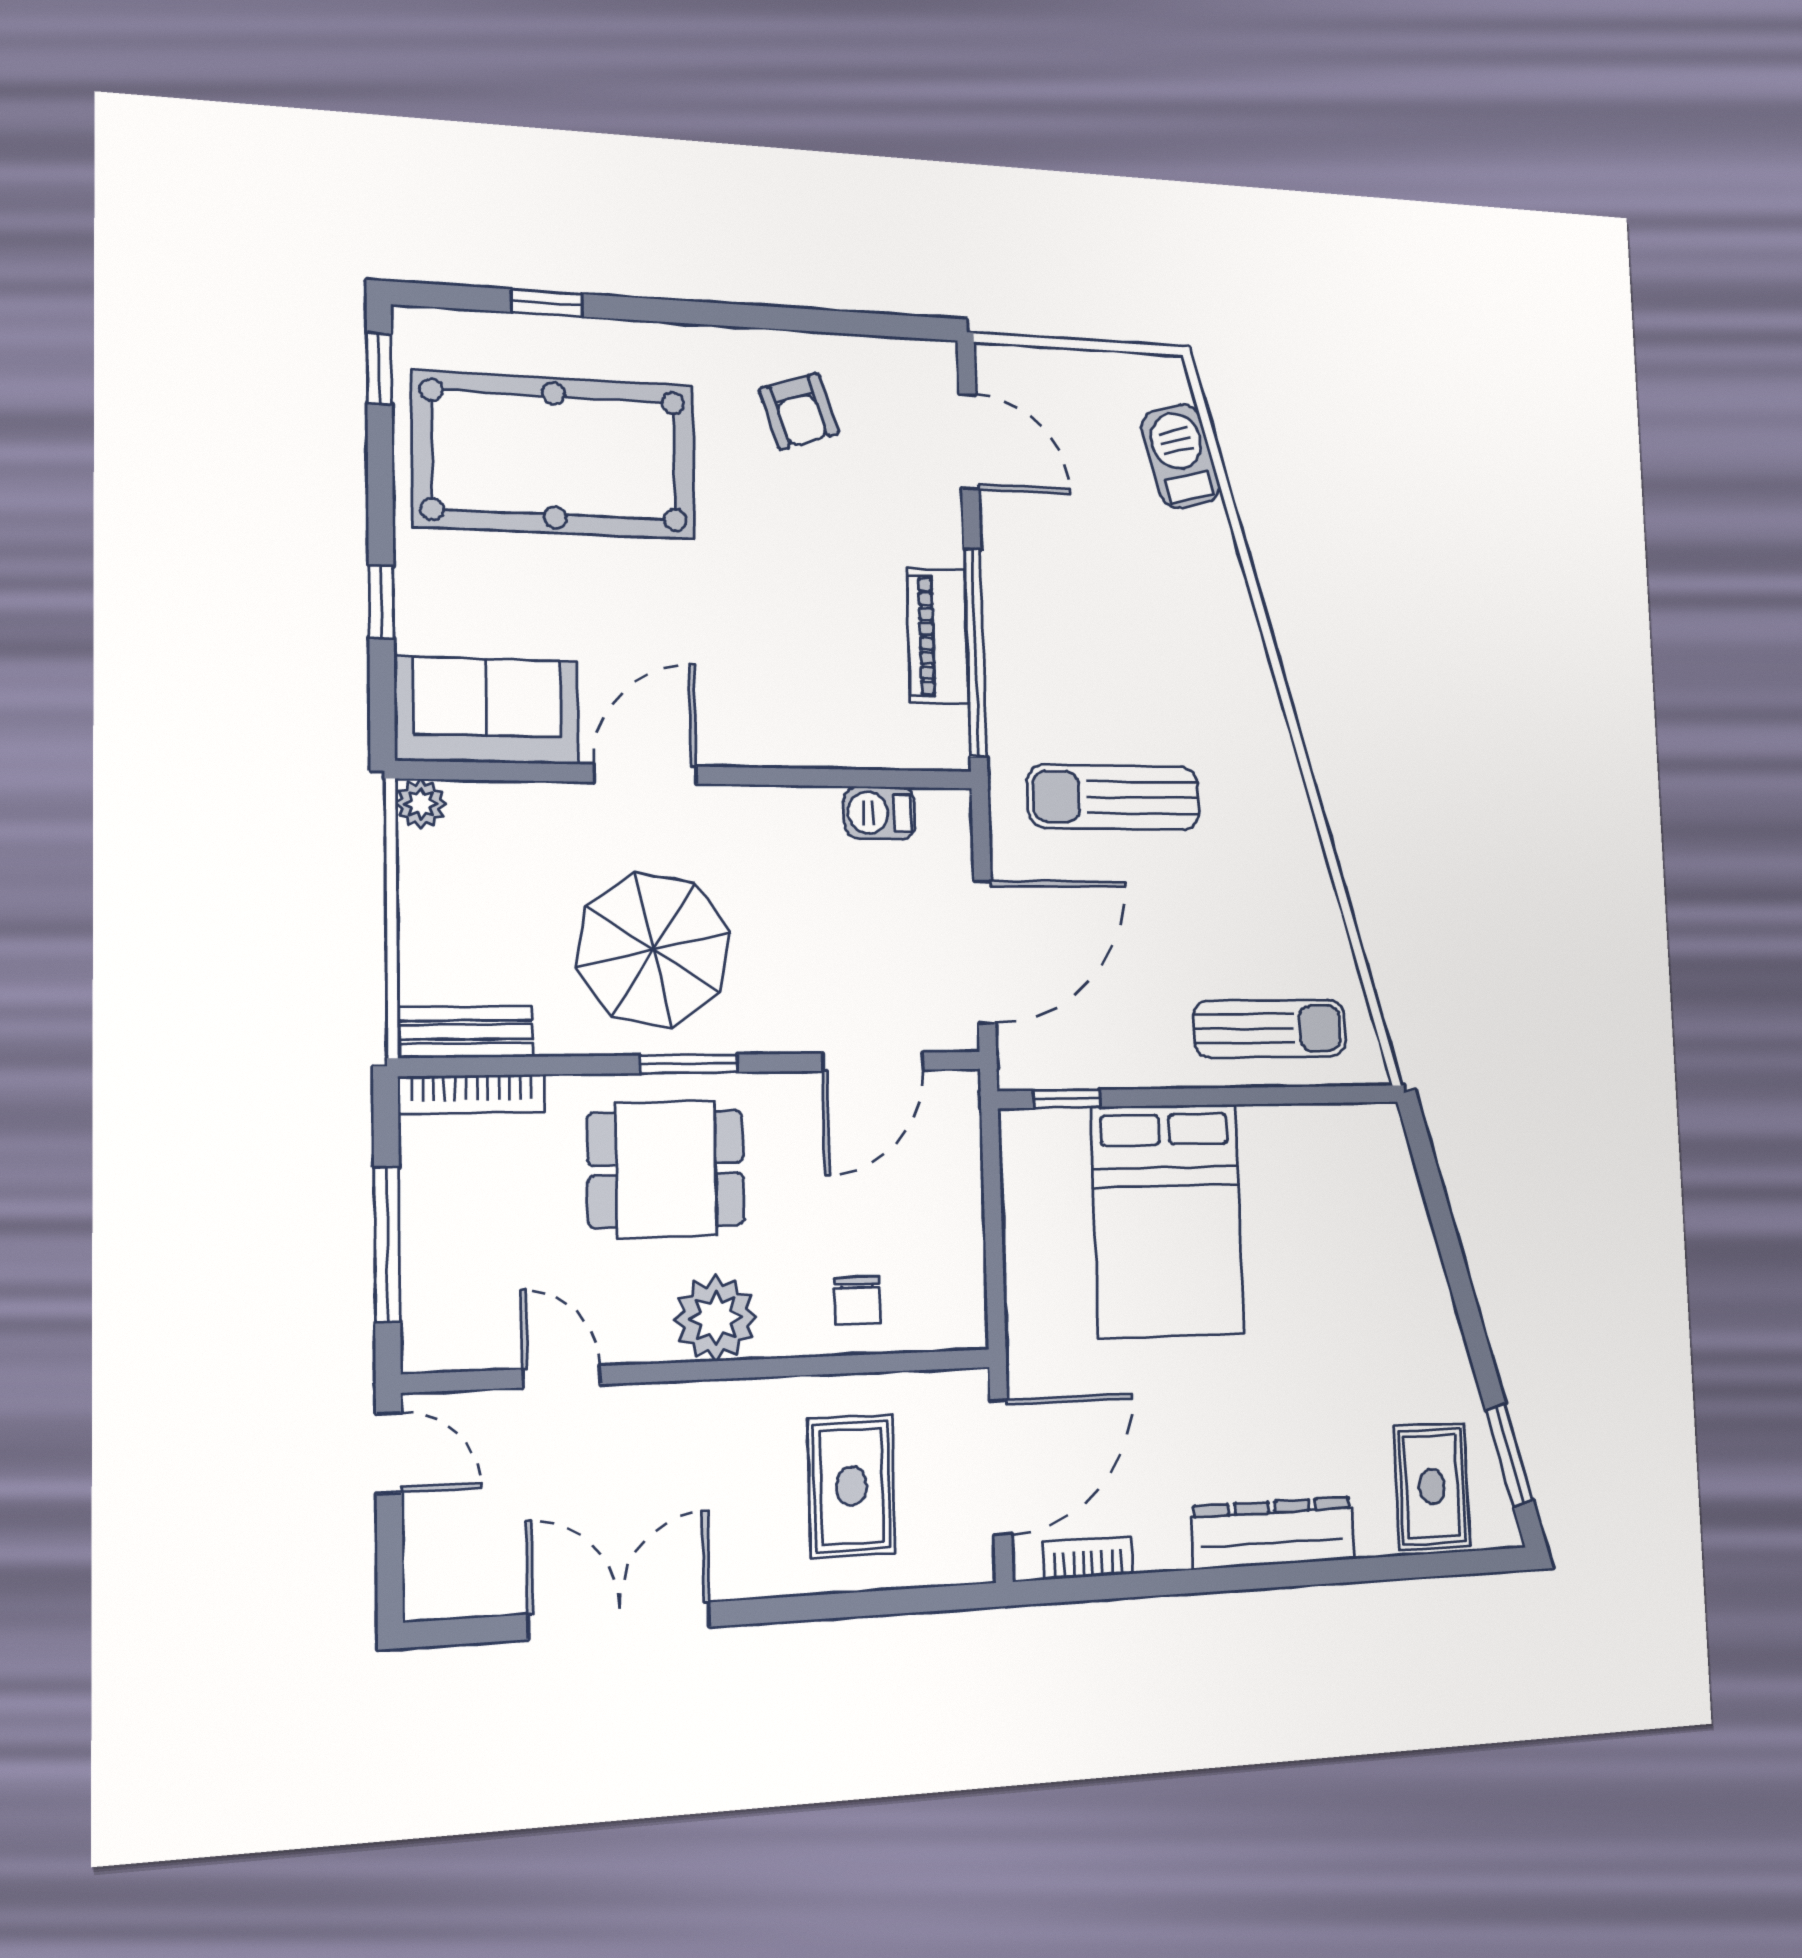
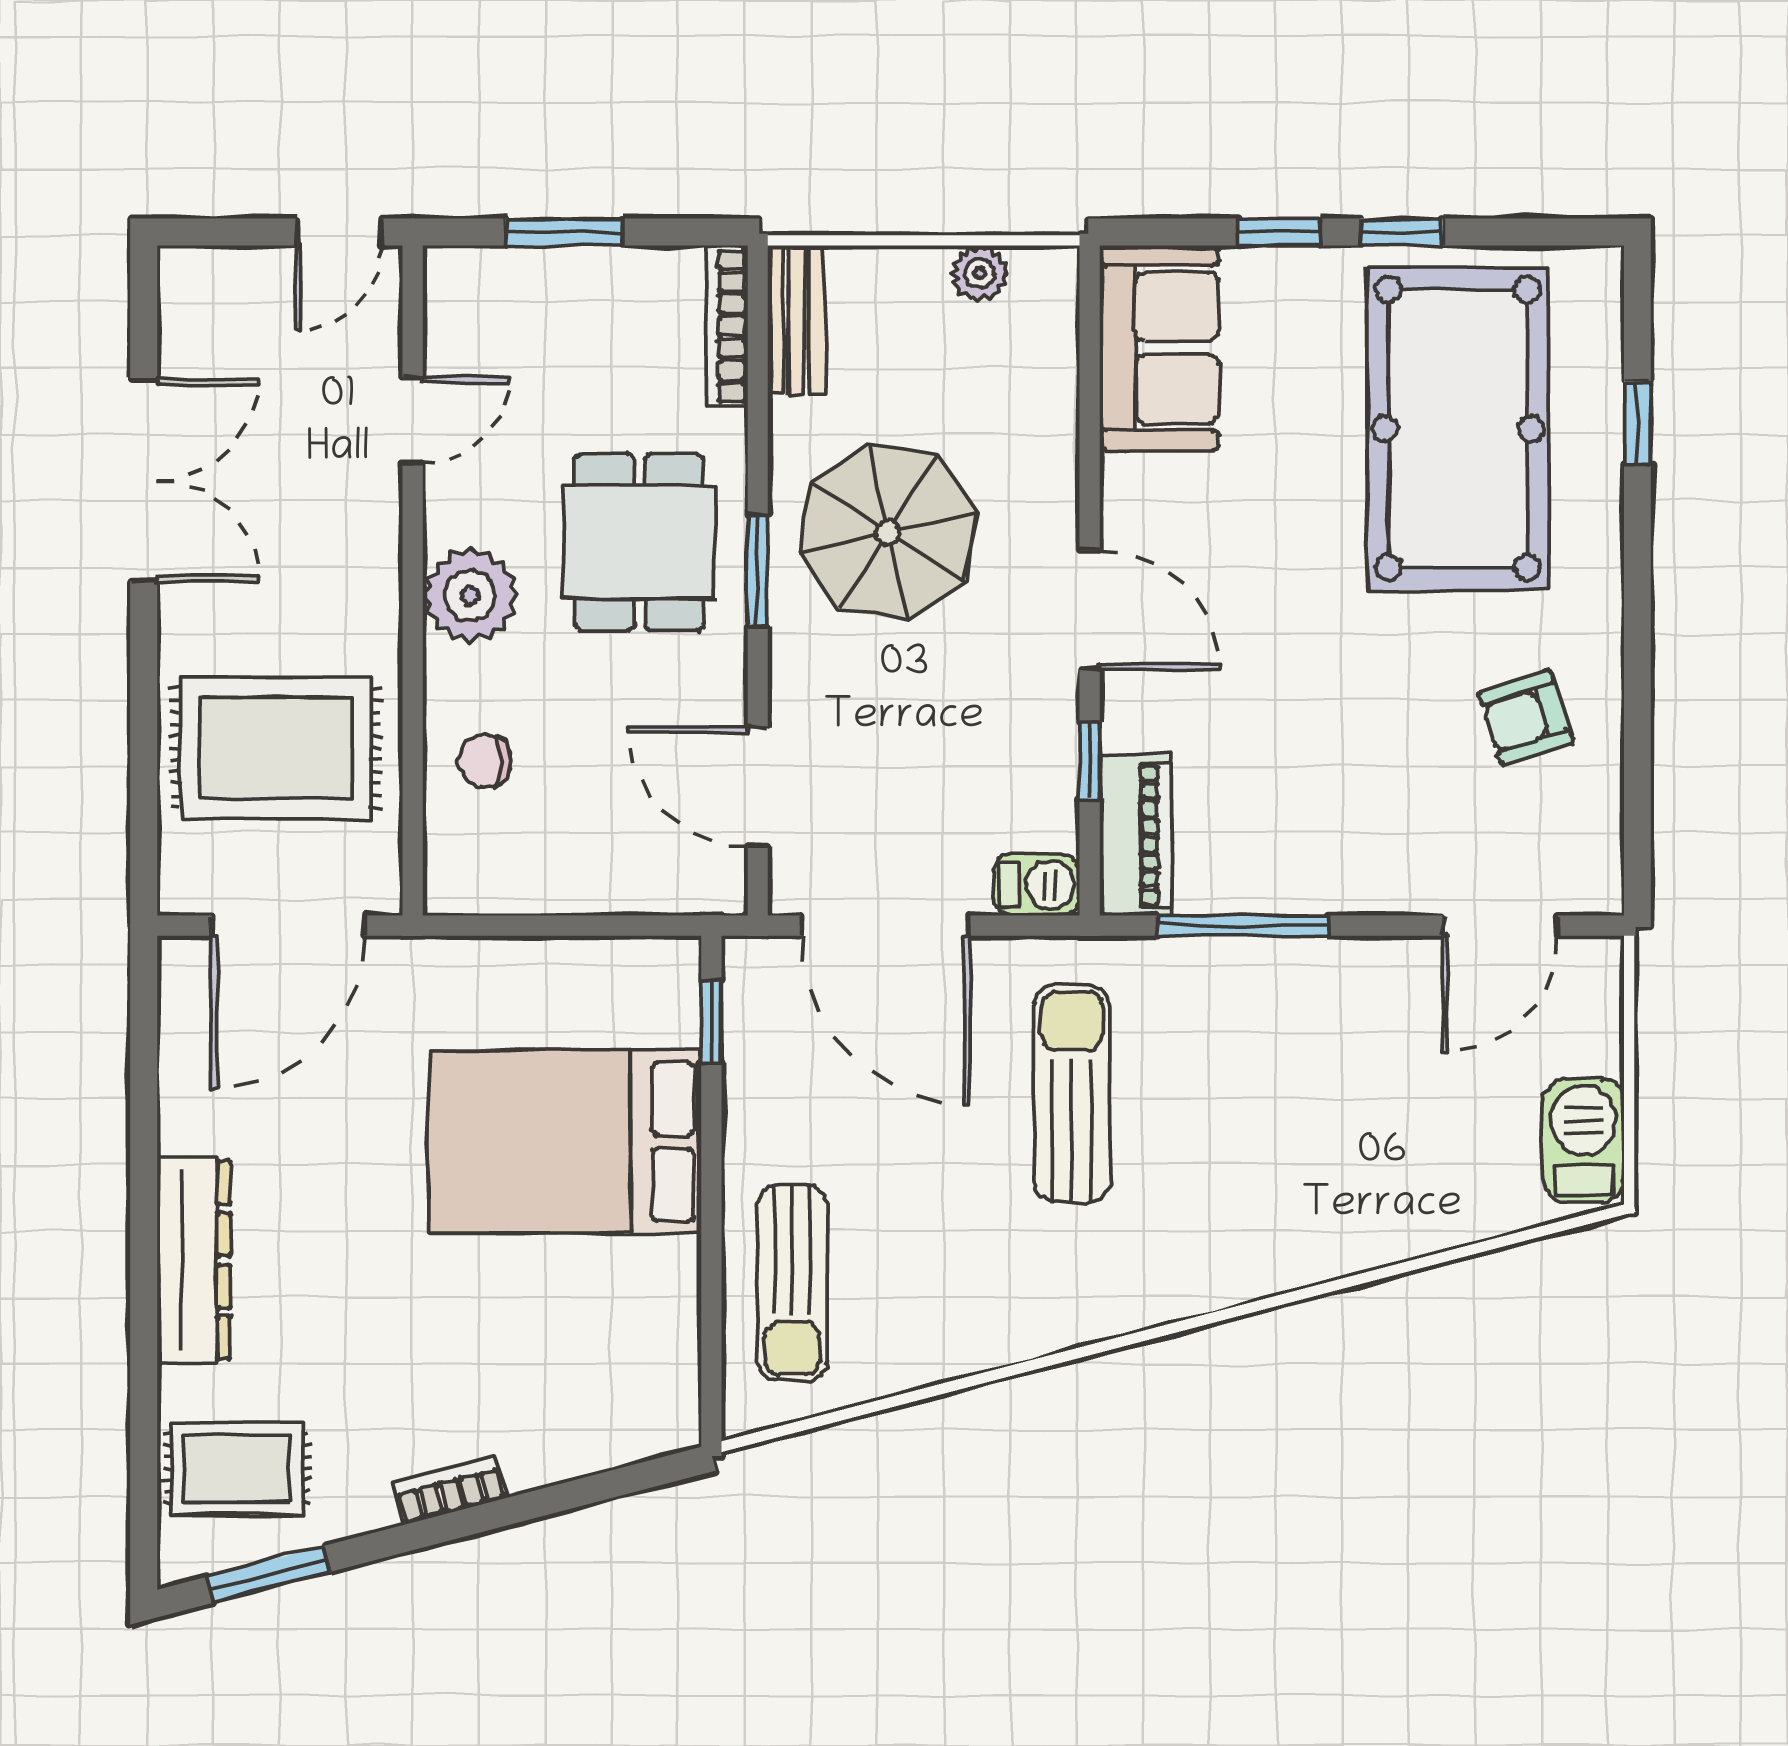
window: (379, 369) -> (1402, 232), moved
barbecue: (1181, 456) -> (1584, 1140), moved, turned -75
piano: (938, 636) -> (1136, 835), moved, turned 90
window: (975, 653) -> (1243, 926), width x0.68
door: (645, 774) -> (1090, 610), moved
window: (844, 778) -> (1090, 761), added
plant: (421, 804) -> (980, 273), moved
barbecue: (879, 813) -> (1036, 885), moved, turned 90
window: (387, 1244) -> (564, 232), width x0.69
door: (1001, 1467) -> (288, 926), hinge flipped
rug: (852, 1486) -> (276, 748), width x1.36, depth x1.43
bookcase: (1088, 1558) -> (450, 1490), moved, turned -105

